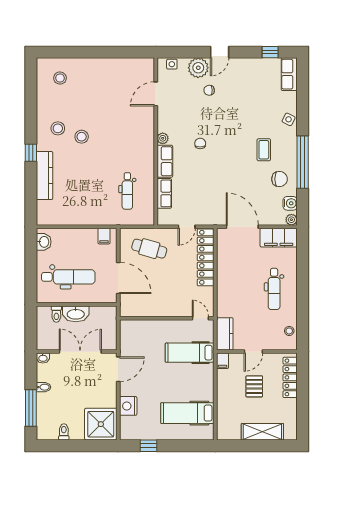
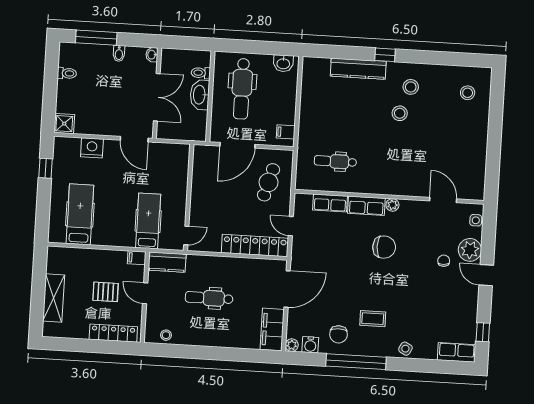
chair: (200, 143) -> (384, 247), width x1.87, depth x1.87
dental chair: (274, 289) -> (209, 298), moved
shower: (101, 424) -> (64, 124), width x0.54, depth x0.54

